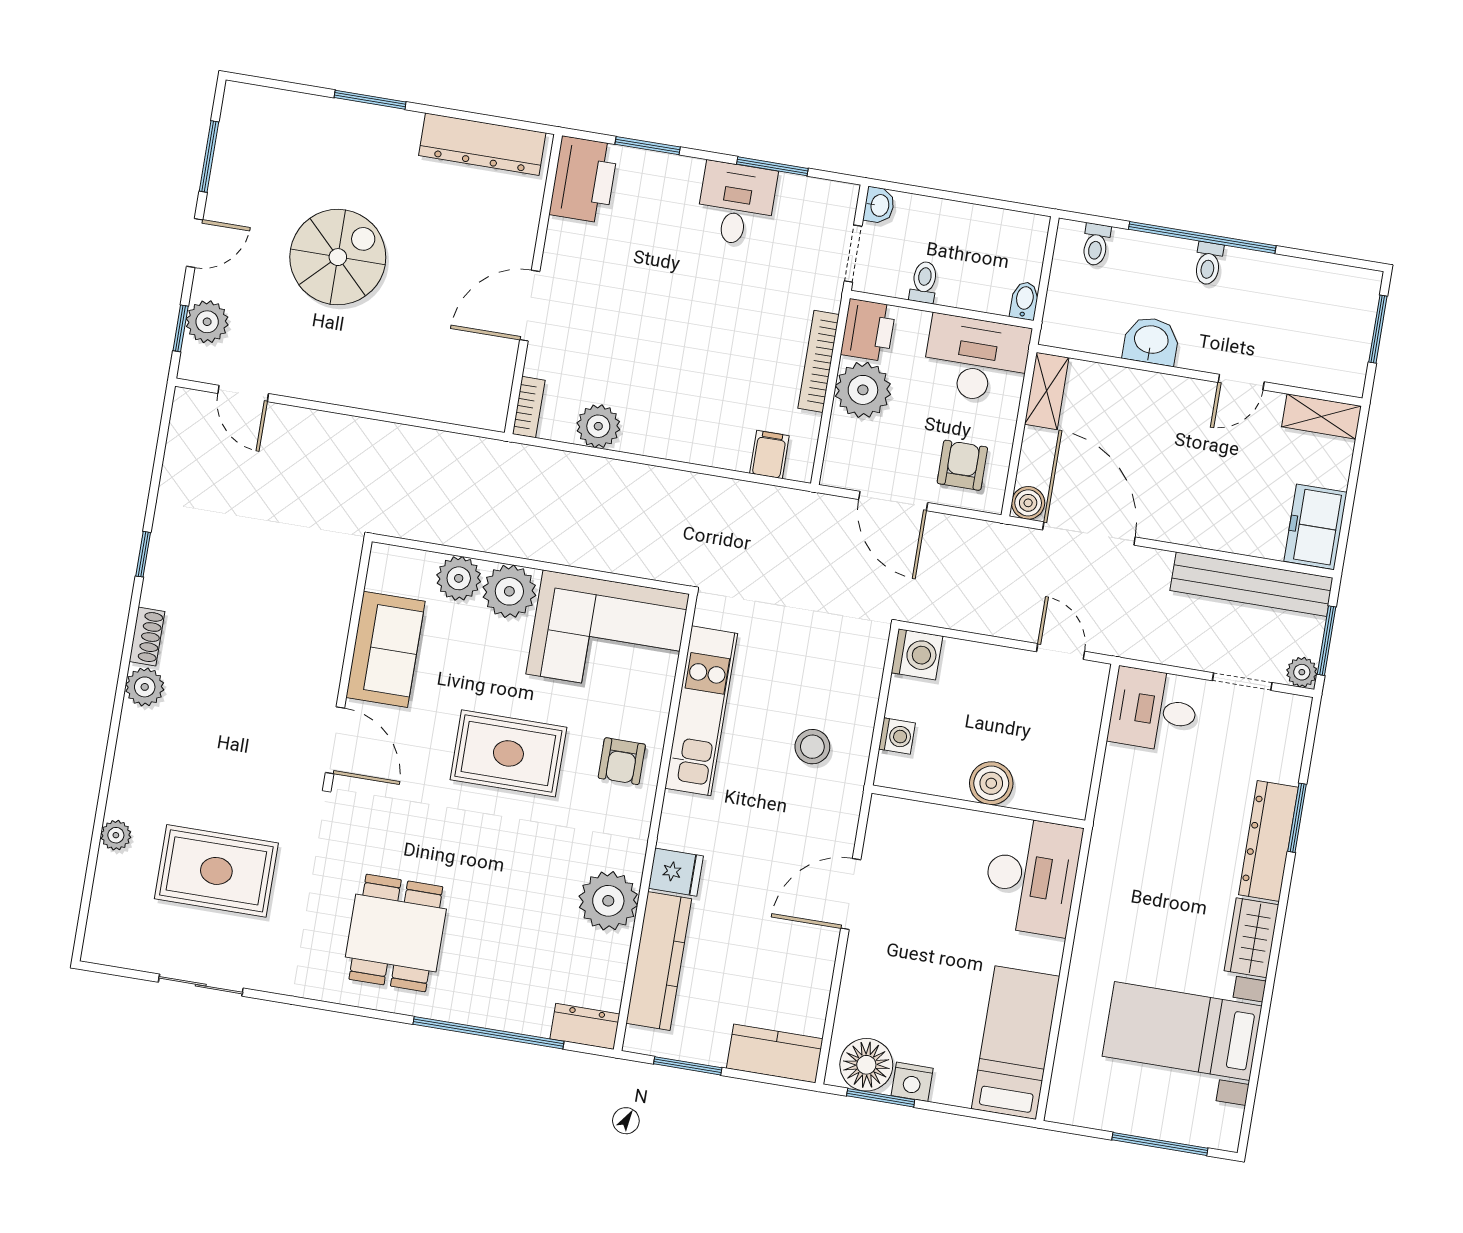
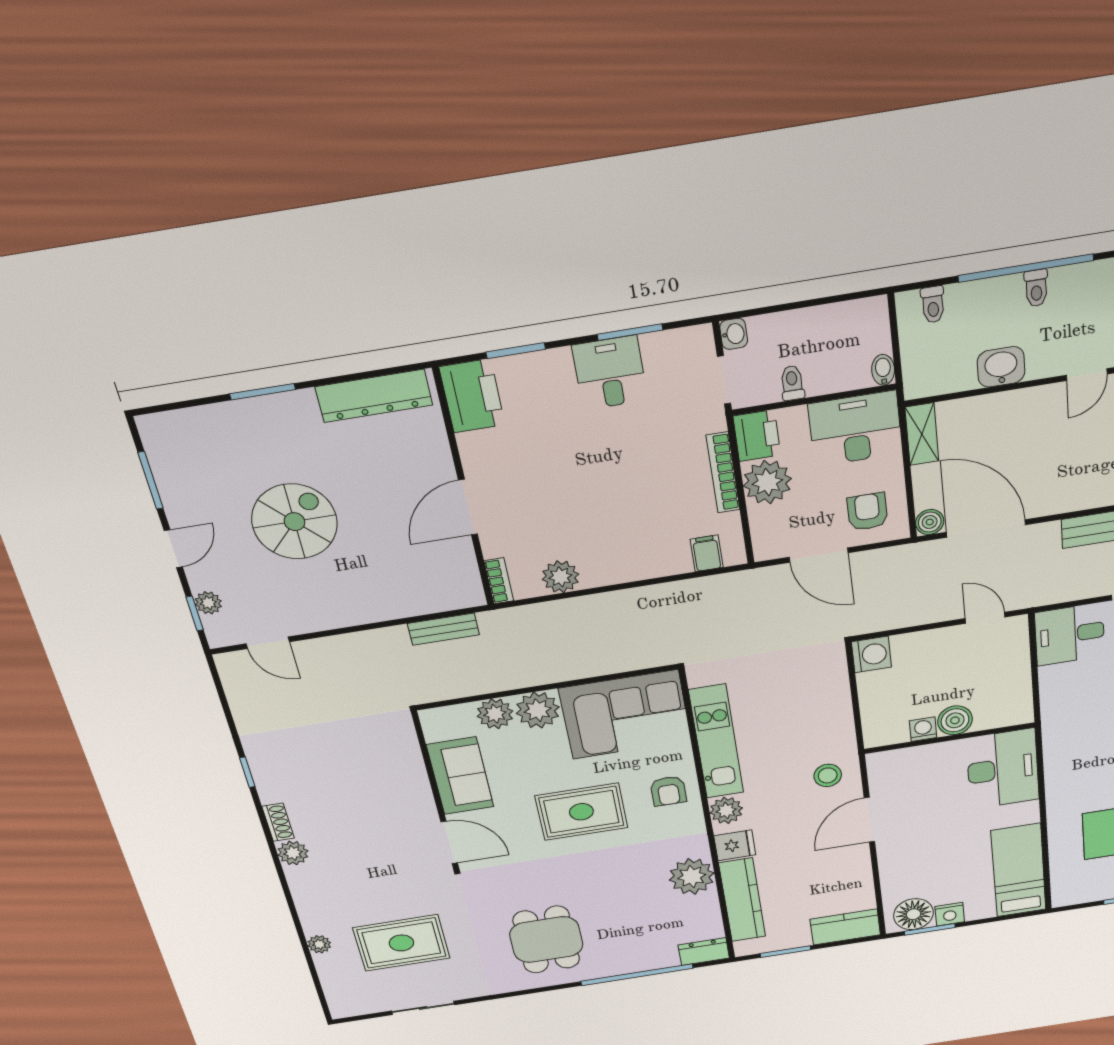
plant: (207, 322) -> (208, 603), width x0.73, depth x0.73
bench: (444, 446) -> (443, 629), added
washing machine: (897, 736) -> (923, 729), moved, turned -90
stool: (812, 747) -> (828, 775), moved
plant: (682, 816) -> (726, 810), added

